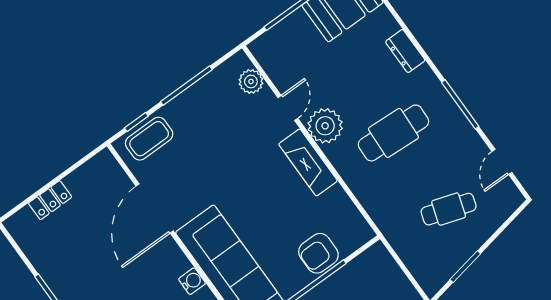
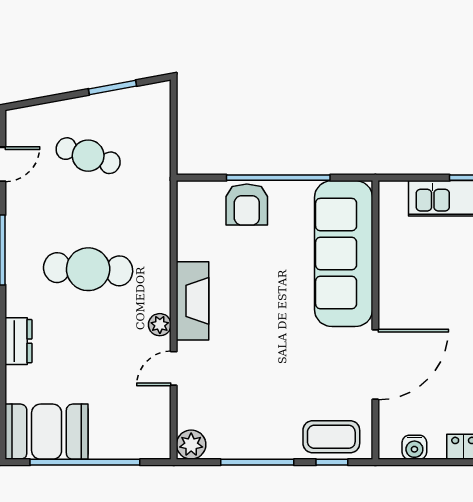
plant: (251, 81) -> (191, 445), moved
plant: (325, 126) -> (160, 325), width x0.53, depth x0.53
armchair: (318, 253) -> (247, 205), turned 90
water cooler: (192, 281) -> (414, 447), moved, turned -90

